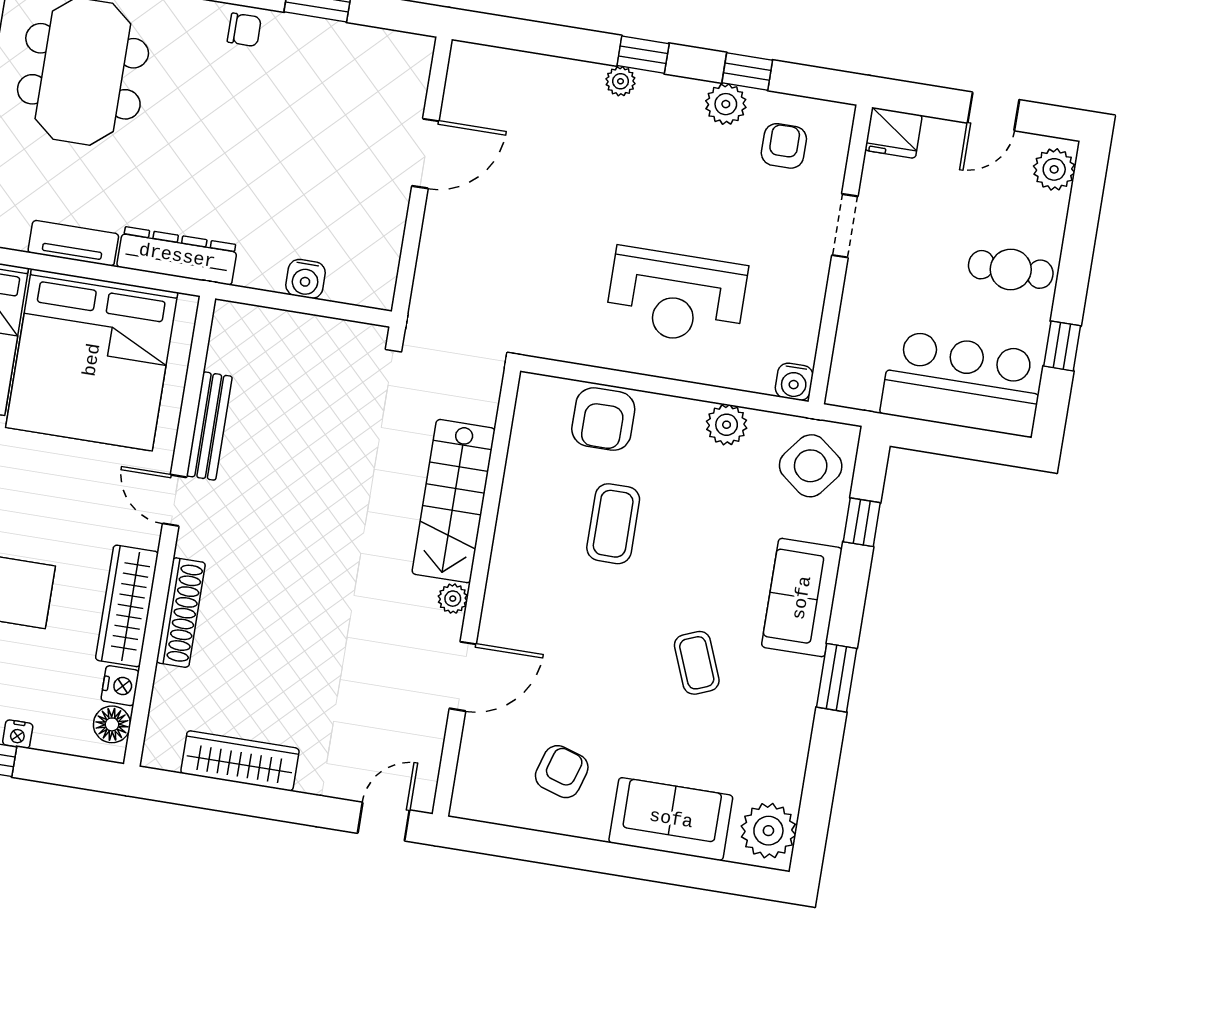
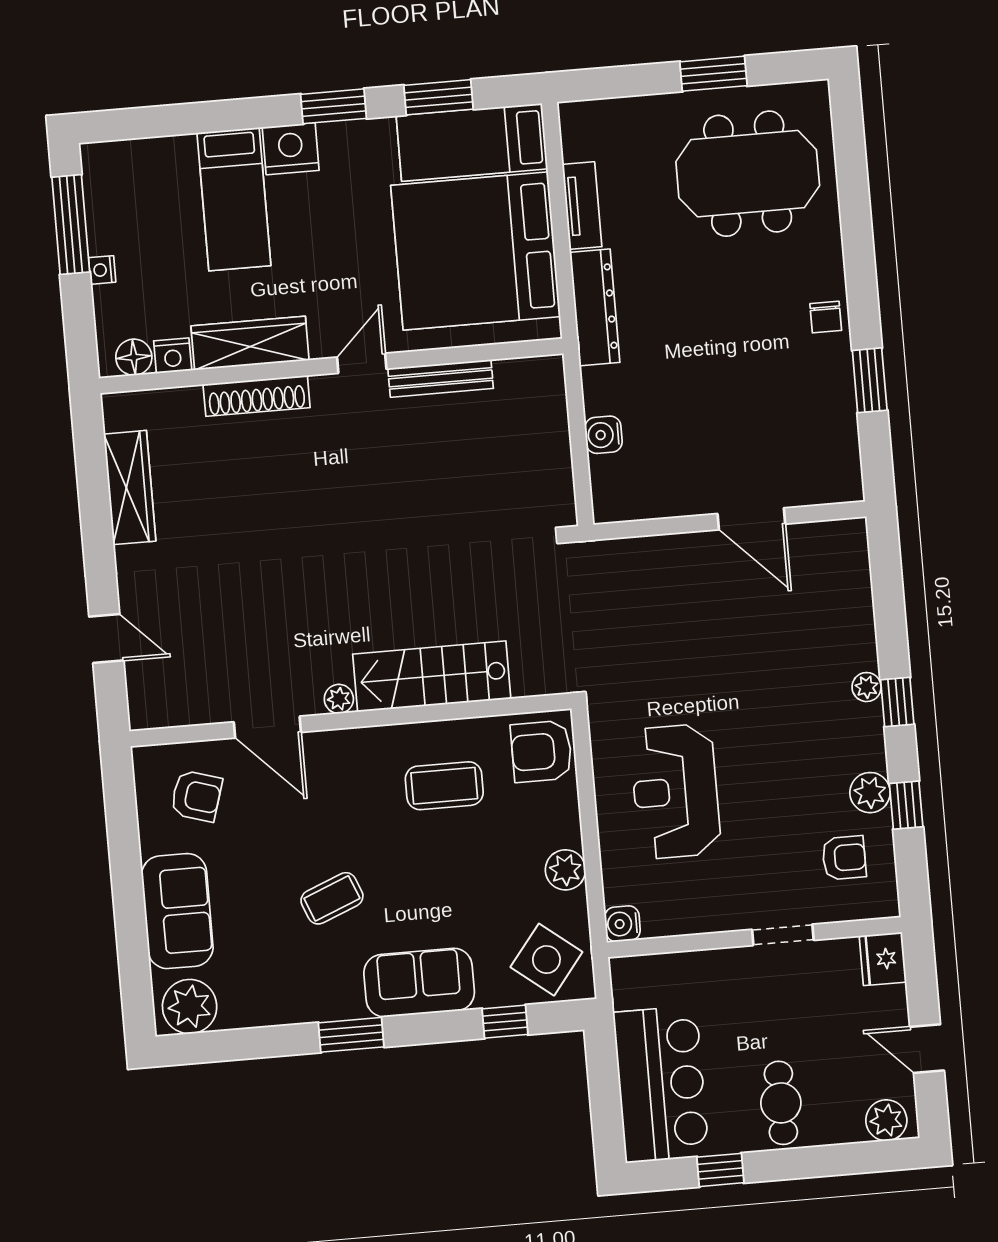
stairs: (454, 501) -> (432, 676), moved
wall: (476, 592) -> (350, 720), moved
plant: (453, 599) -> (339, 699), moved
door: (463, 676) -> (267, 727), moved

